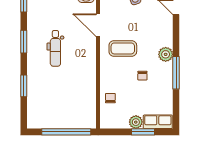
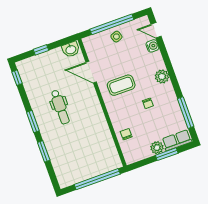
water cooler: (167, 21) -> (152, 46), added
window: (24, 42) -> (33, 121), moved
window: (176, 73) -> (186, 113), moved

